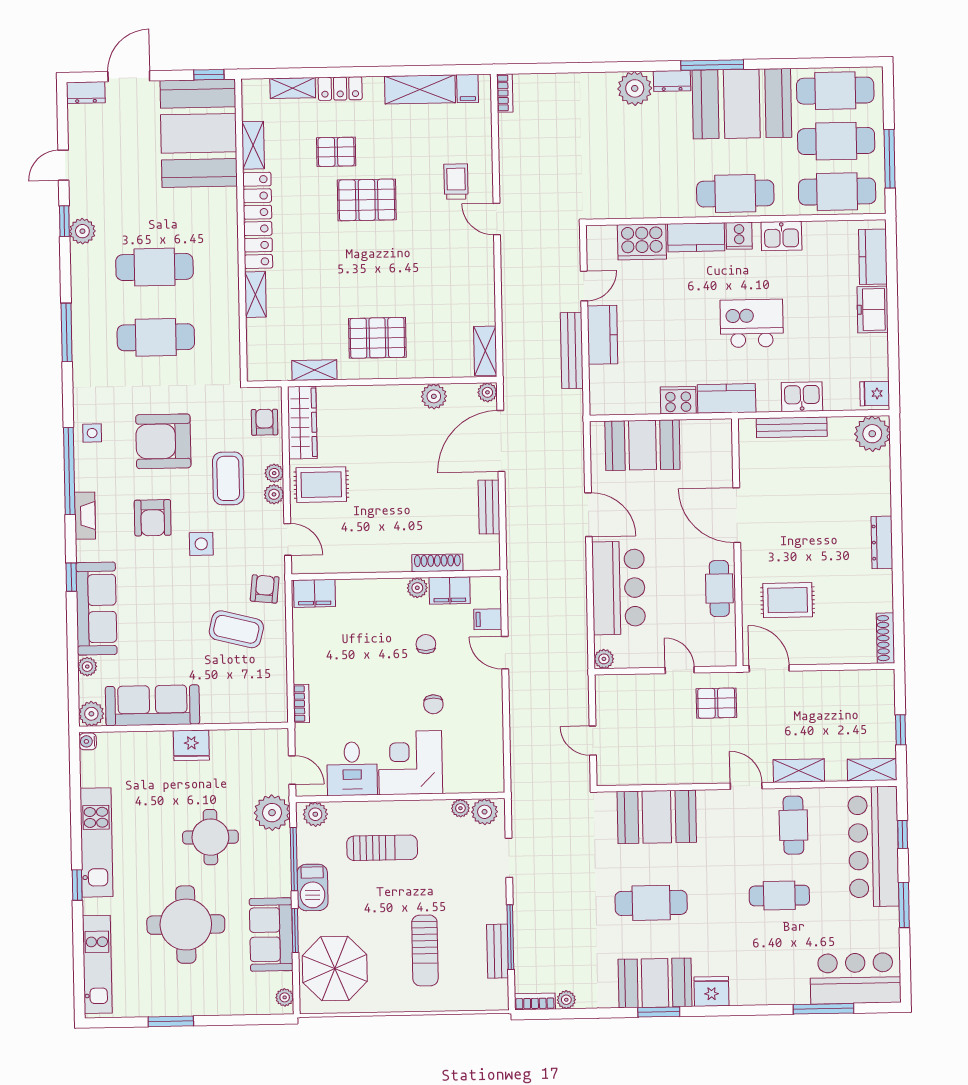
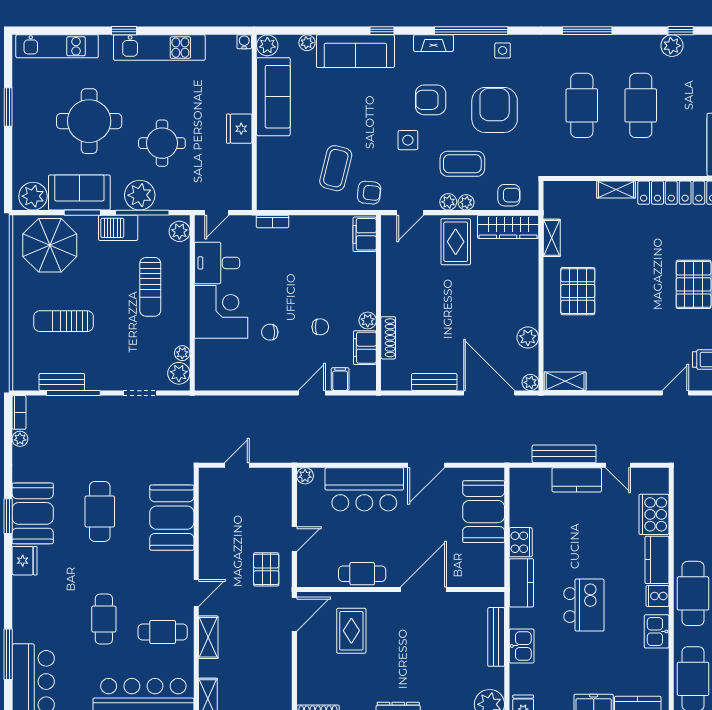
plant: (272, 813) -> (140, 195), moved
plant: (285, 997) -> (33, 196), width x1.88, depth x1.88

